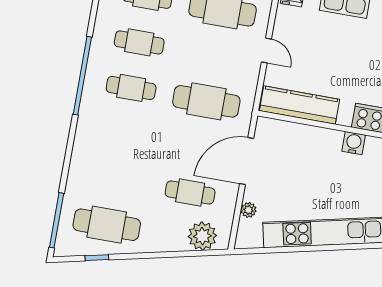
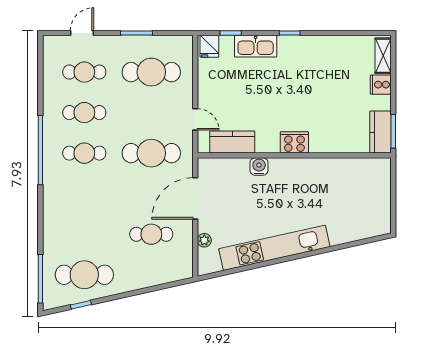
door: (266, 50) -> (195, 119), moved
kitchen counter: (300, 105) -> (232, 142), width x0.67
water cooler: (354, 143) -> (259, 166), moved
plant: (202, 236) -> (169, 270), removed

